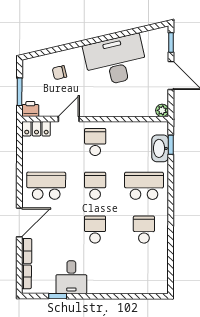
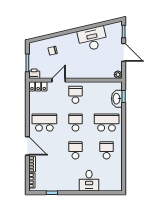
desk: (115, 61) -> (92, 39), width x0.73, depth x0.77
door: (19, 222) -> (27, 146), hinge flipped
desk: (71, 277) -> (89, 181), moved

